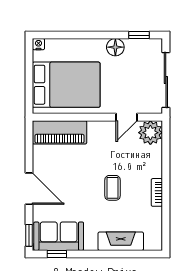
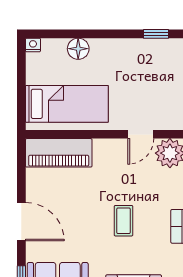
floor lamp: (115, 47) -> (78, 49), moved
bed: (66, 85) -> (67, 104), width x0.67

